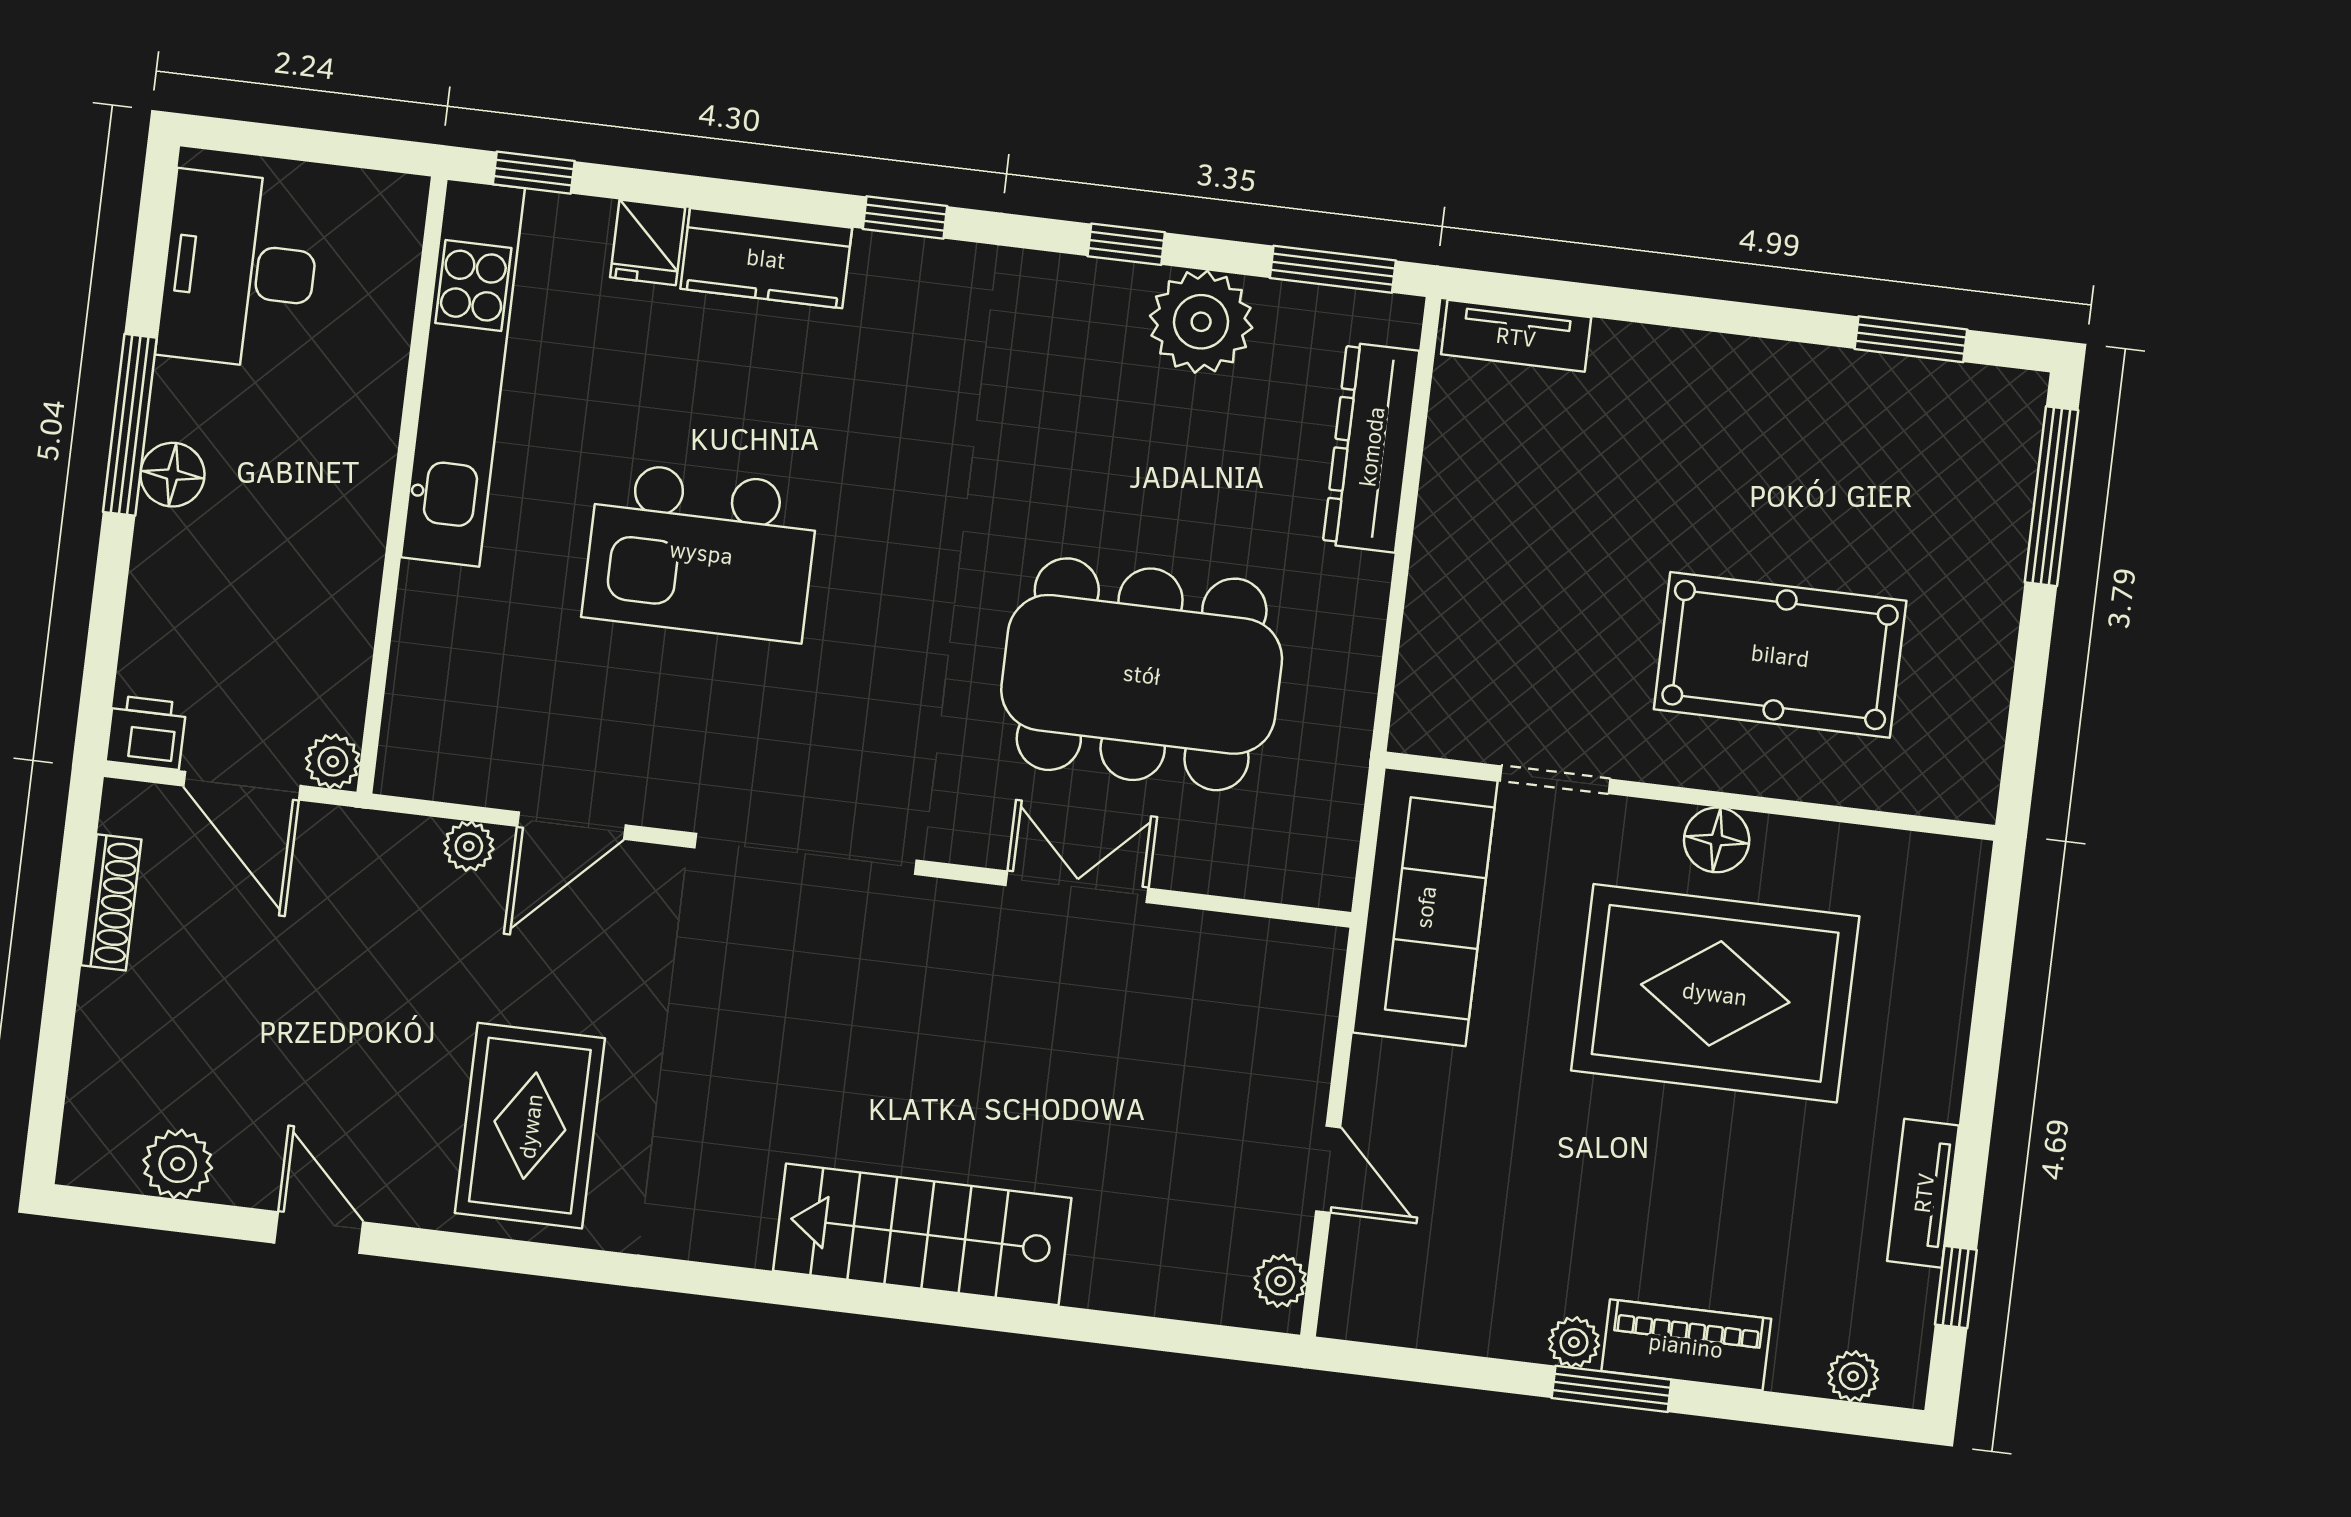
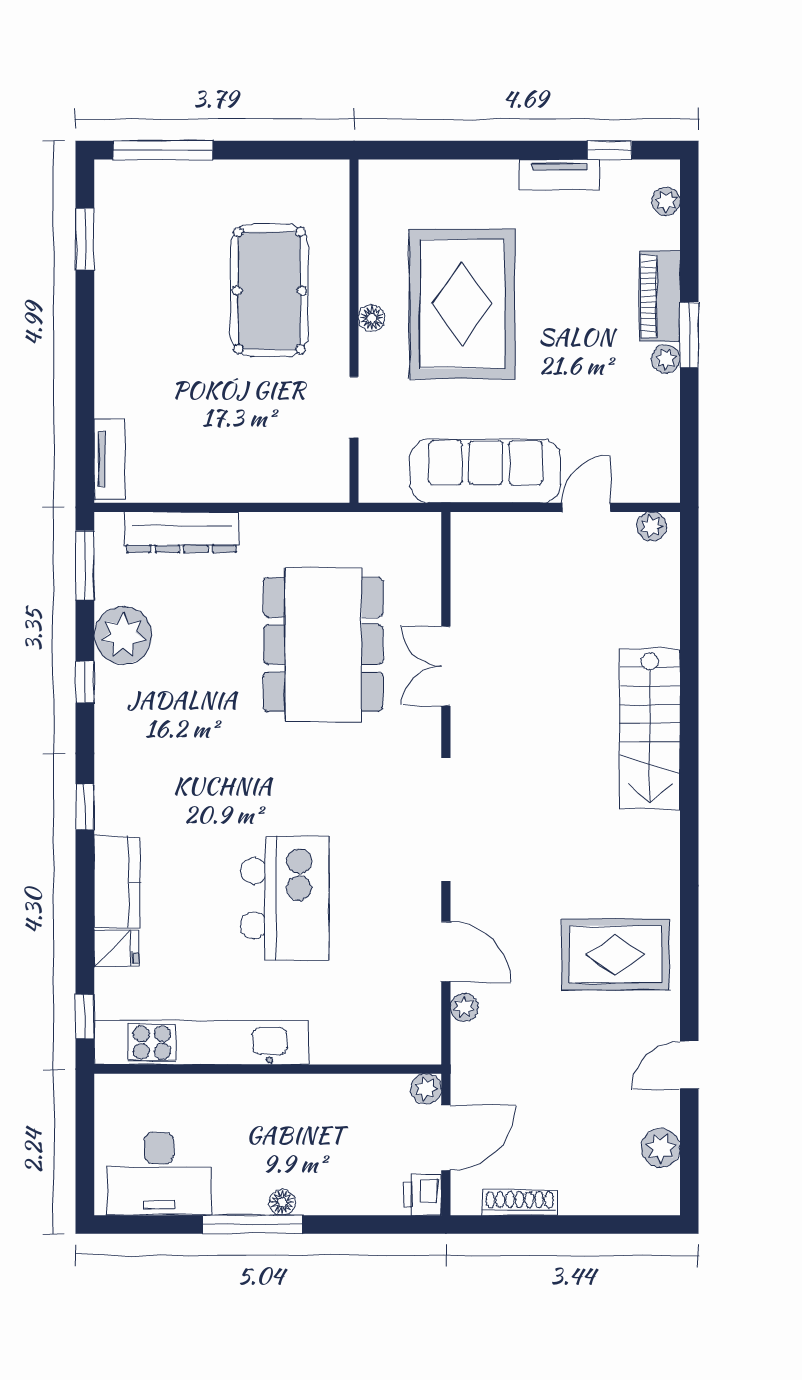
floor lamp: (172, 475) -> (282, 1202), width x0.73, depth x0.73
floor lamp: (1717, 840) -> (372, 318), width x0.73, depth x0.73
sofa: (1425, 907) -> (485, 471), moved

